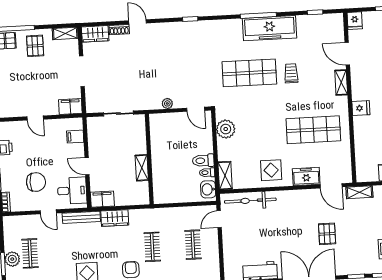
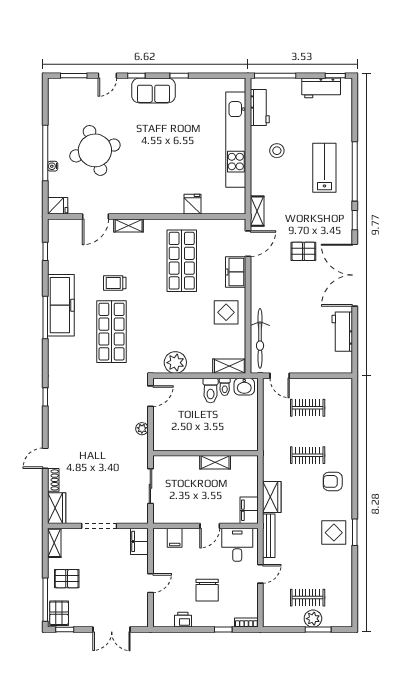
fridge: (361, 108) -> (193, 204), moved
chair: (36, 182) -> (207, 590), moved, turned 180

